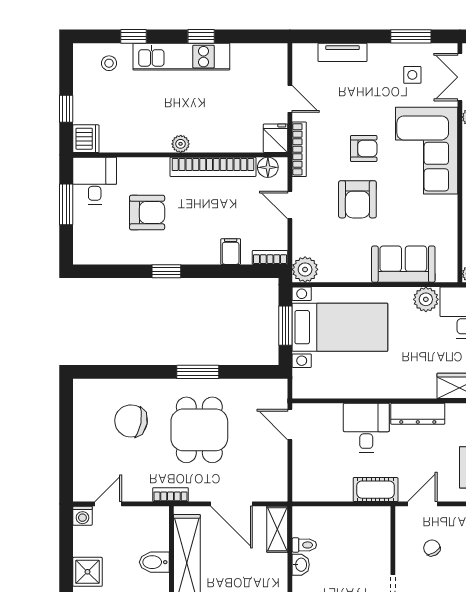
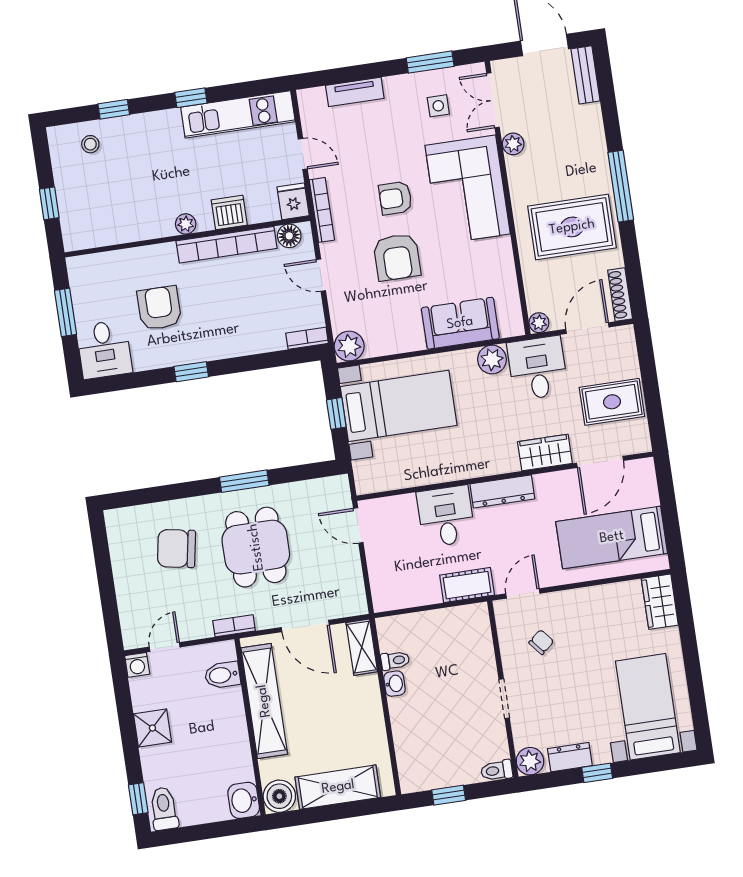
kitchen unit: (181, 57) -> (238, 114), moved
dishwasher: (86, 139) -> (229, 212), moved, turned -90
armchair: (364, 149) -> (395, 198), turned 180
desk: (95, 181) -> (104, 349), moved, turned 180
armchair: (147, 213) -> (159, 308), turned -90
filing cabinet: (231, 252) -> (261, 338), removed
window: (285, 326) -> (336, 413), width x0.67
chair: (432, 548) -> (541, 642), turned 81
bidet: (154, 562) -> (222, 675), moved

